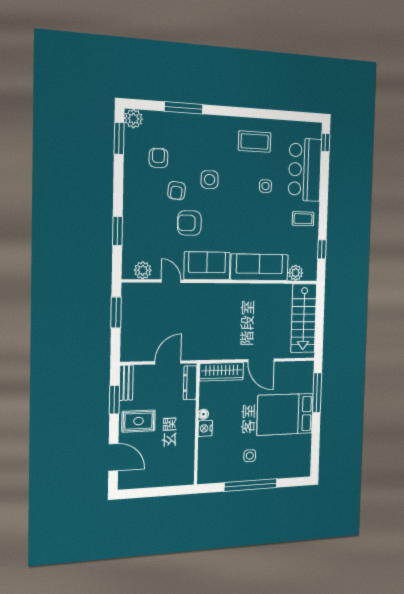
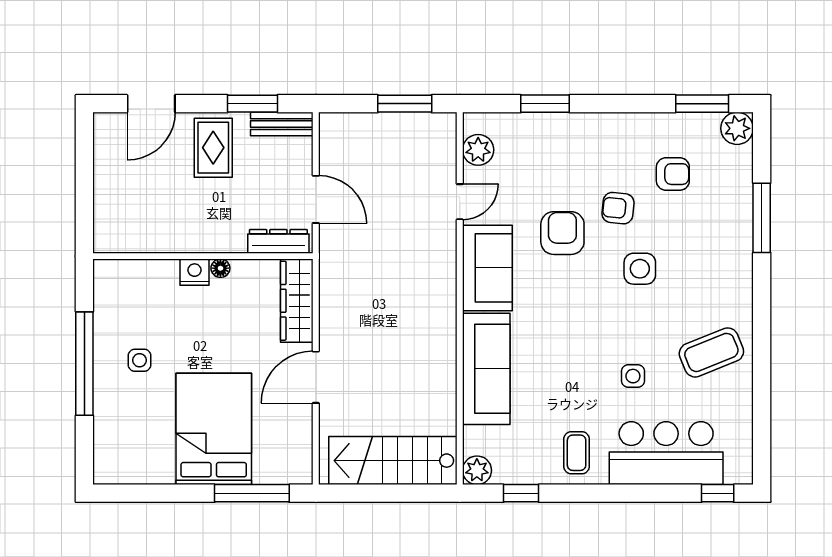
coffee table: (255, 141) -> (711, 352), turned 68
plant: (296, 273) -> (477, 470), moved

